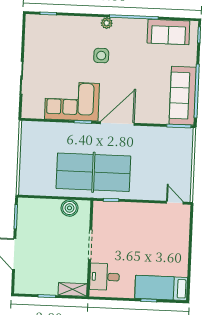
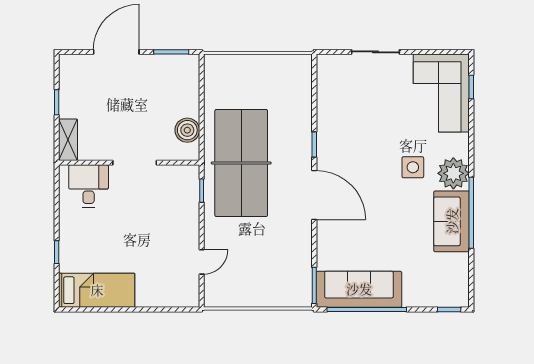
plant: (107, 23) -> (453, 173), width x1.87, depth x1.87
sofa: (168, 32) -> (452, 221), moved
corner sofa: (72, 101) -> (441, 93), moved, turned 180
door: (175, 203) -> (202, 262), moved
bed: (161, 288) -> (97, 290), moved, turned 90

